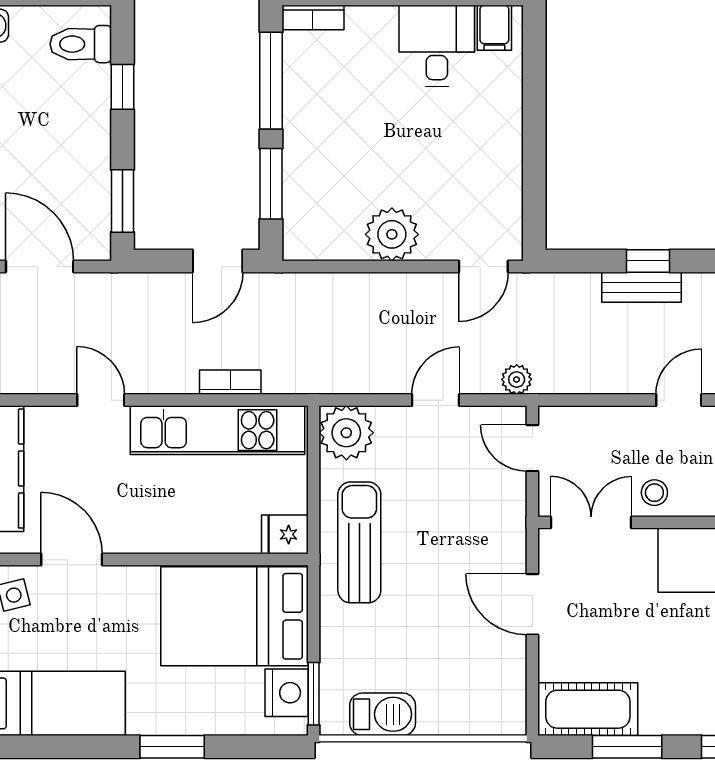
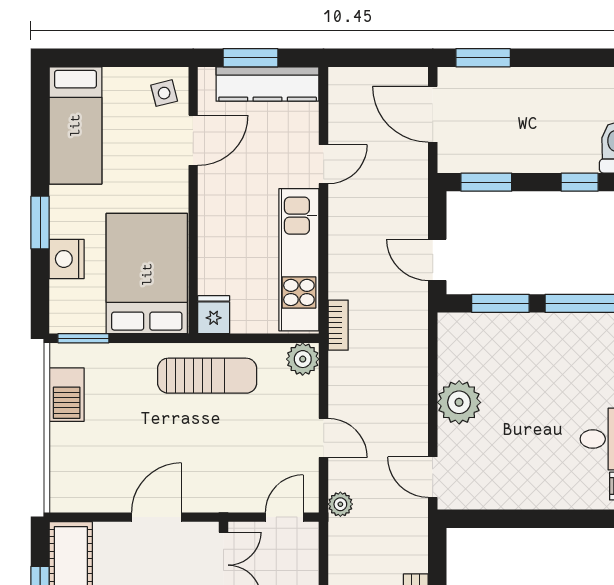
door: (40, 267) -> (433, 114), swing flipped
bookcase: (230, 382) -> (338, 325), moved
plant: (346, 433) -> (303, 359), width x0.73, depth x0.73
nightstand: (287, 693) -> (67, 259), moved, turned 90

